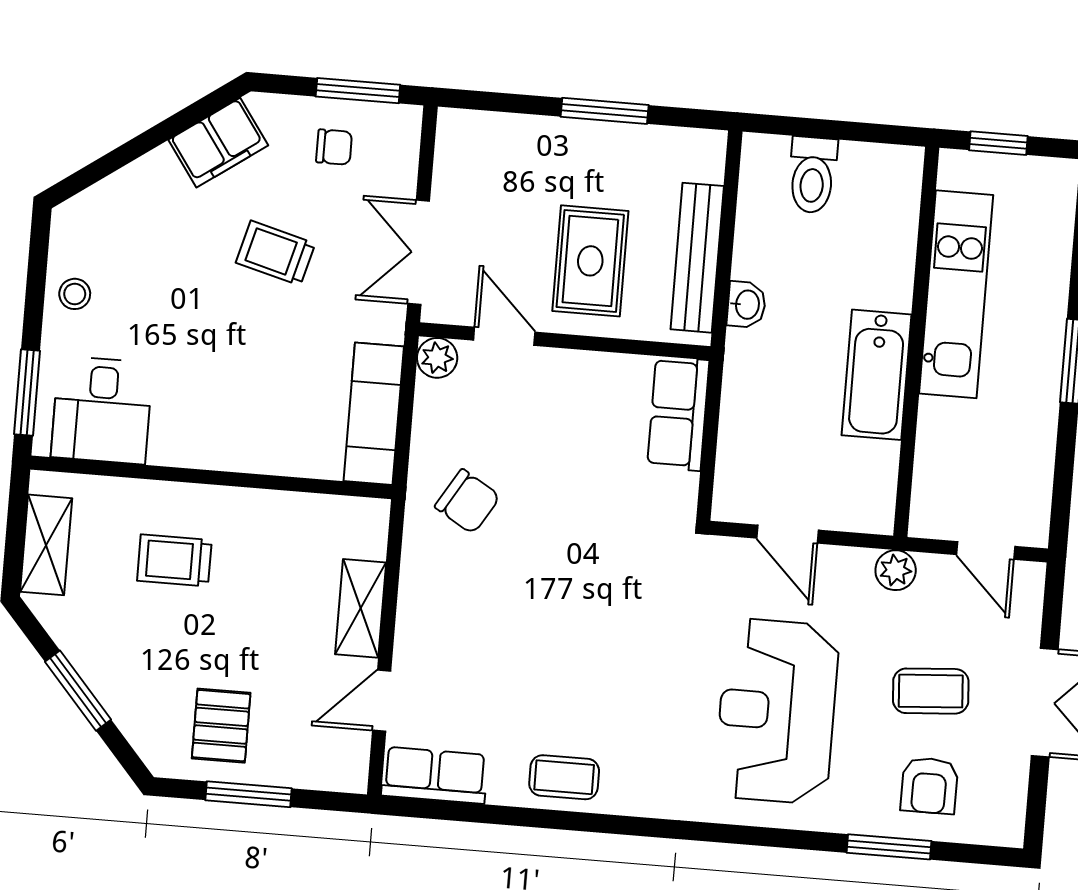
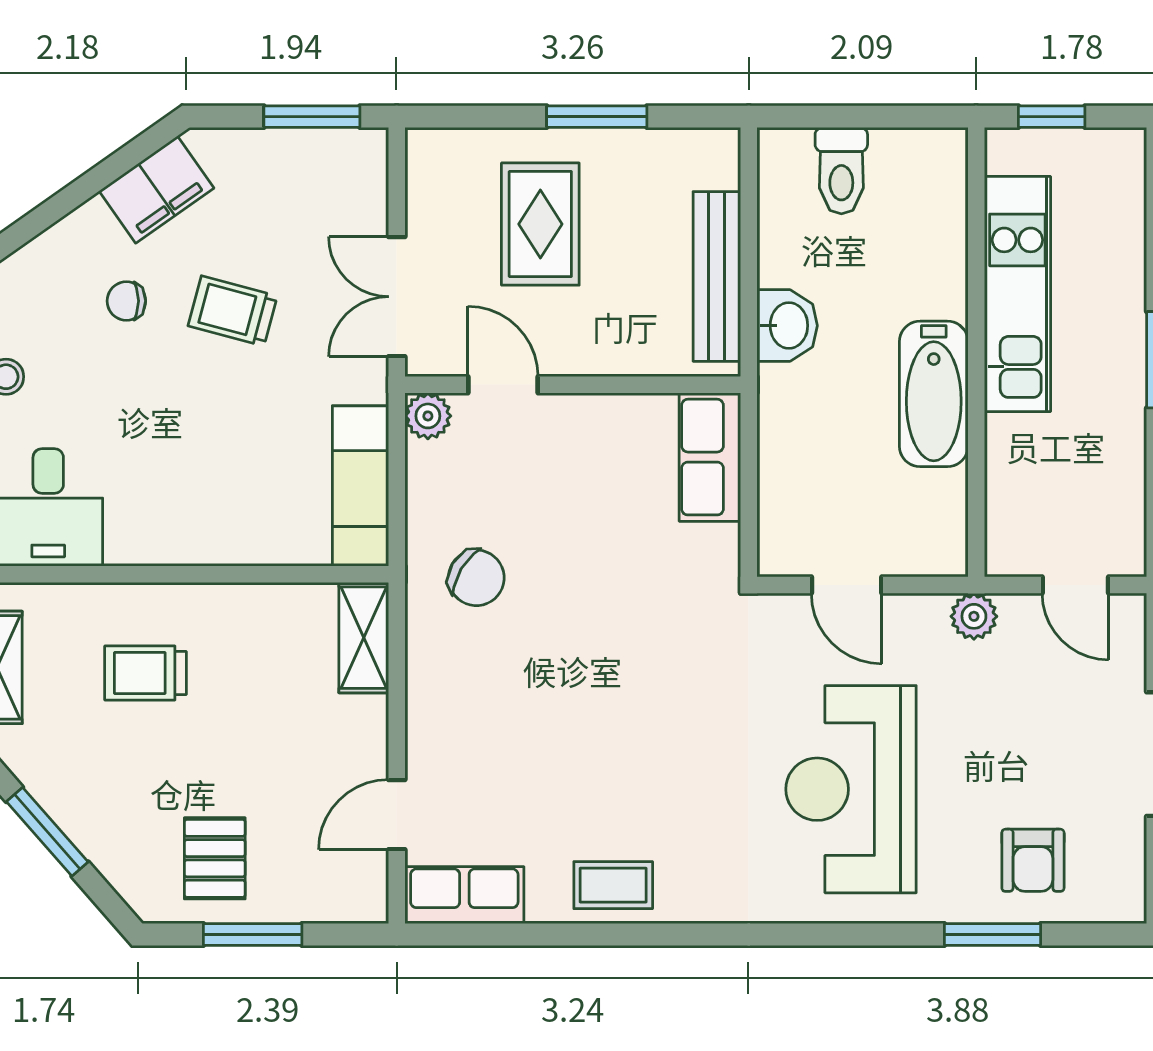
chair: (334, 147) -> (126, 301), moved, turned 180
rug: (590, 261) -> (540, 224), moved
washbasin: (746, 305) -> (787, 326), width x1.38, depth x1.45
shelving: (361, 608) -> (364, 638), moved
coffee table: (931, 691) -> (1026, 752), removed

